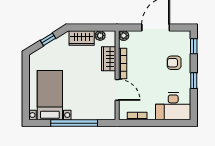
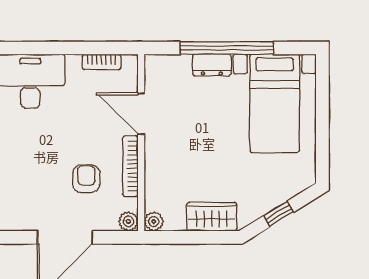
plant: (100, 36) -> (154, 222), moved
wardrobe: (109, 59) -> (158, 176), removed
armchair: (174, 63) -> (86, 179), moved, turned -90
dresser: (82, 114) -> (212, 65), added

